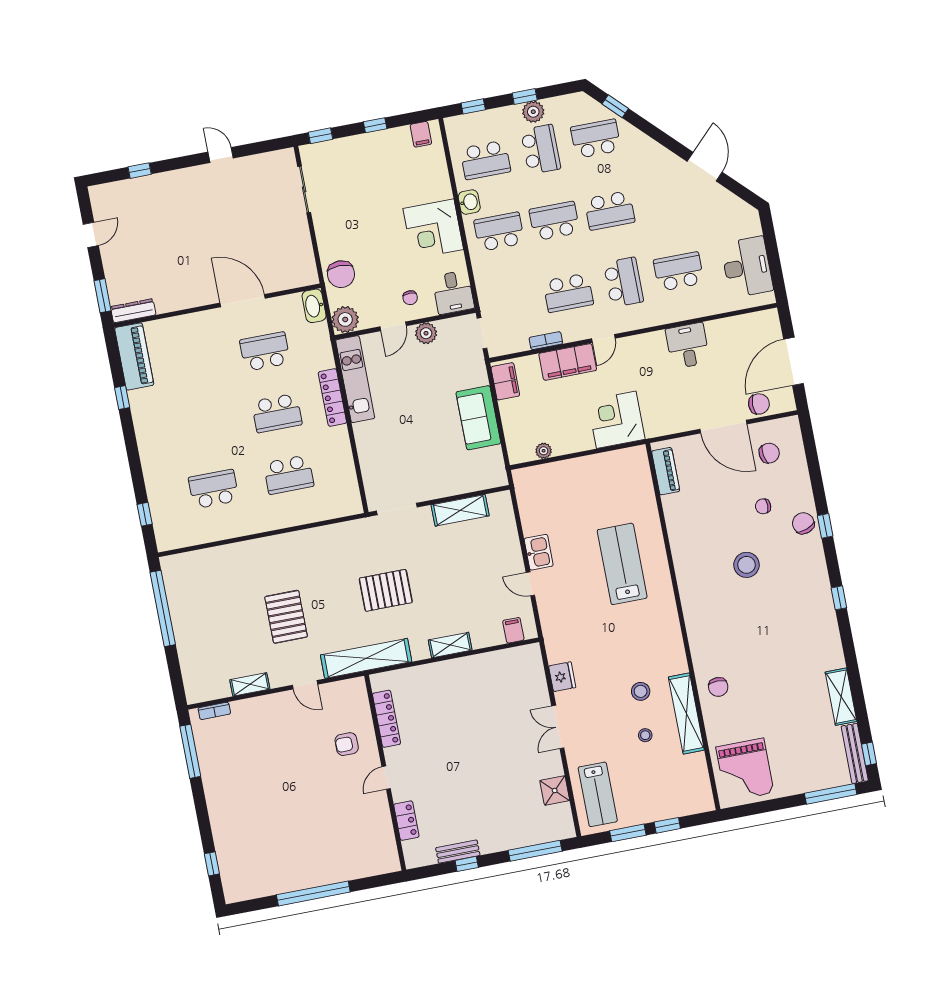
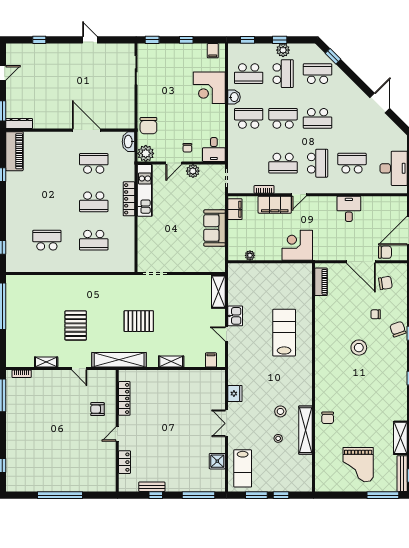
corner desk: (433, 229) -> (209, 88), moved
shelving: (460, 510) -> (218, 292), moved, turned 90
grand piano: (745, 770) -> (358, 465), moved

